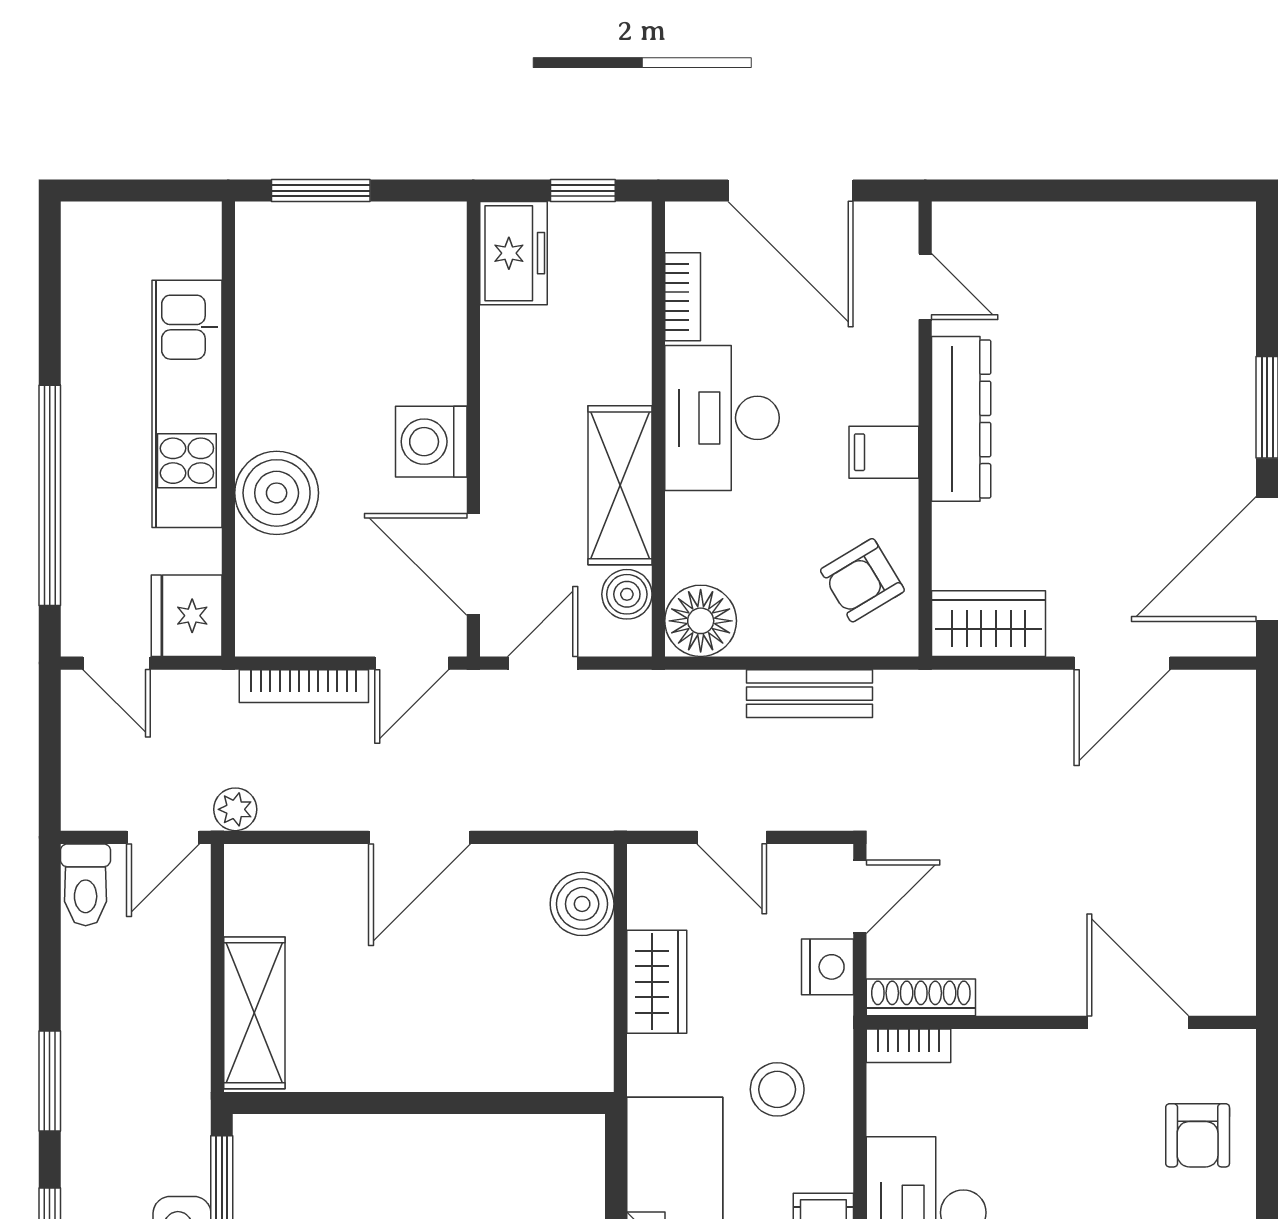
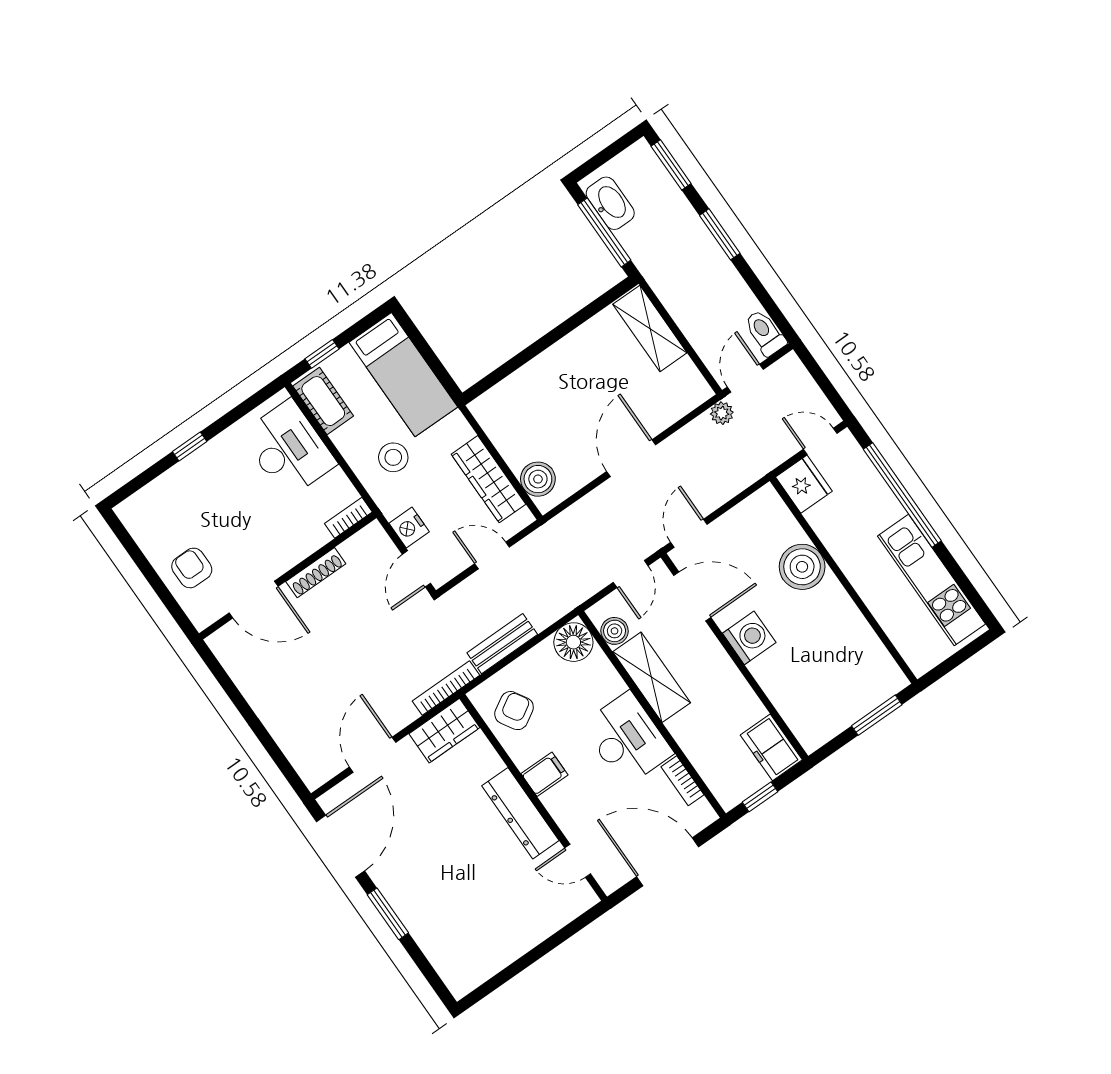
kitchen unit: (187, 404) -> (931, 580), moved, turned 180
bookcase: (304, 686) -> (446, 688), moved
wardrobe: (657, 982) -> (488, 479), width x1.50
shoe rack: (921, 997) -> (316, 573), moved

